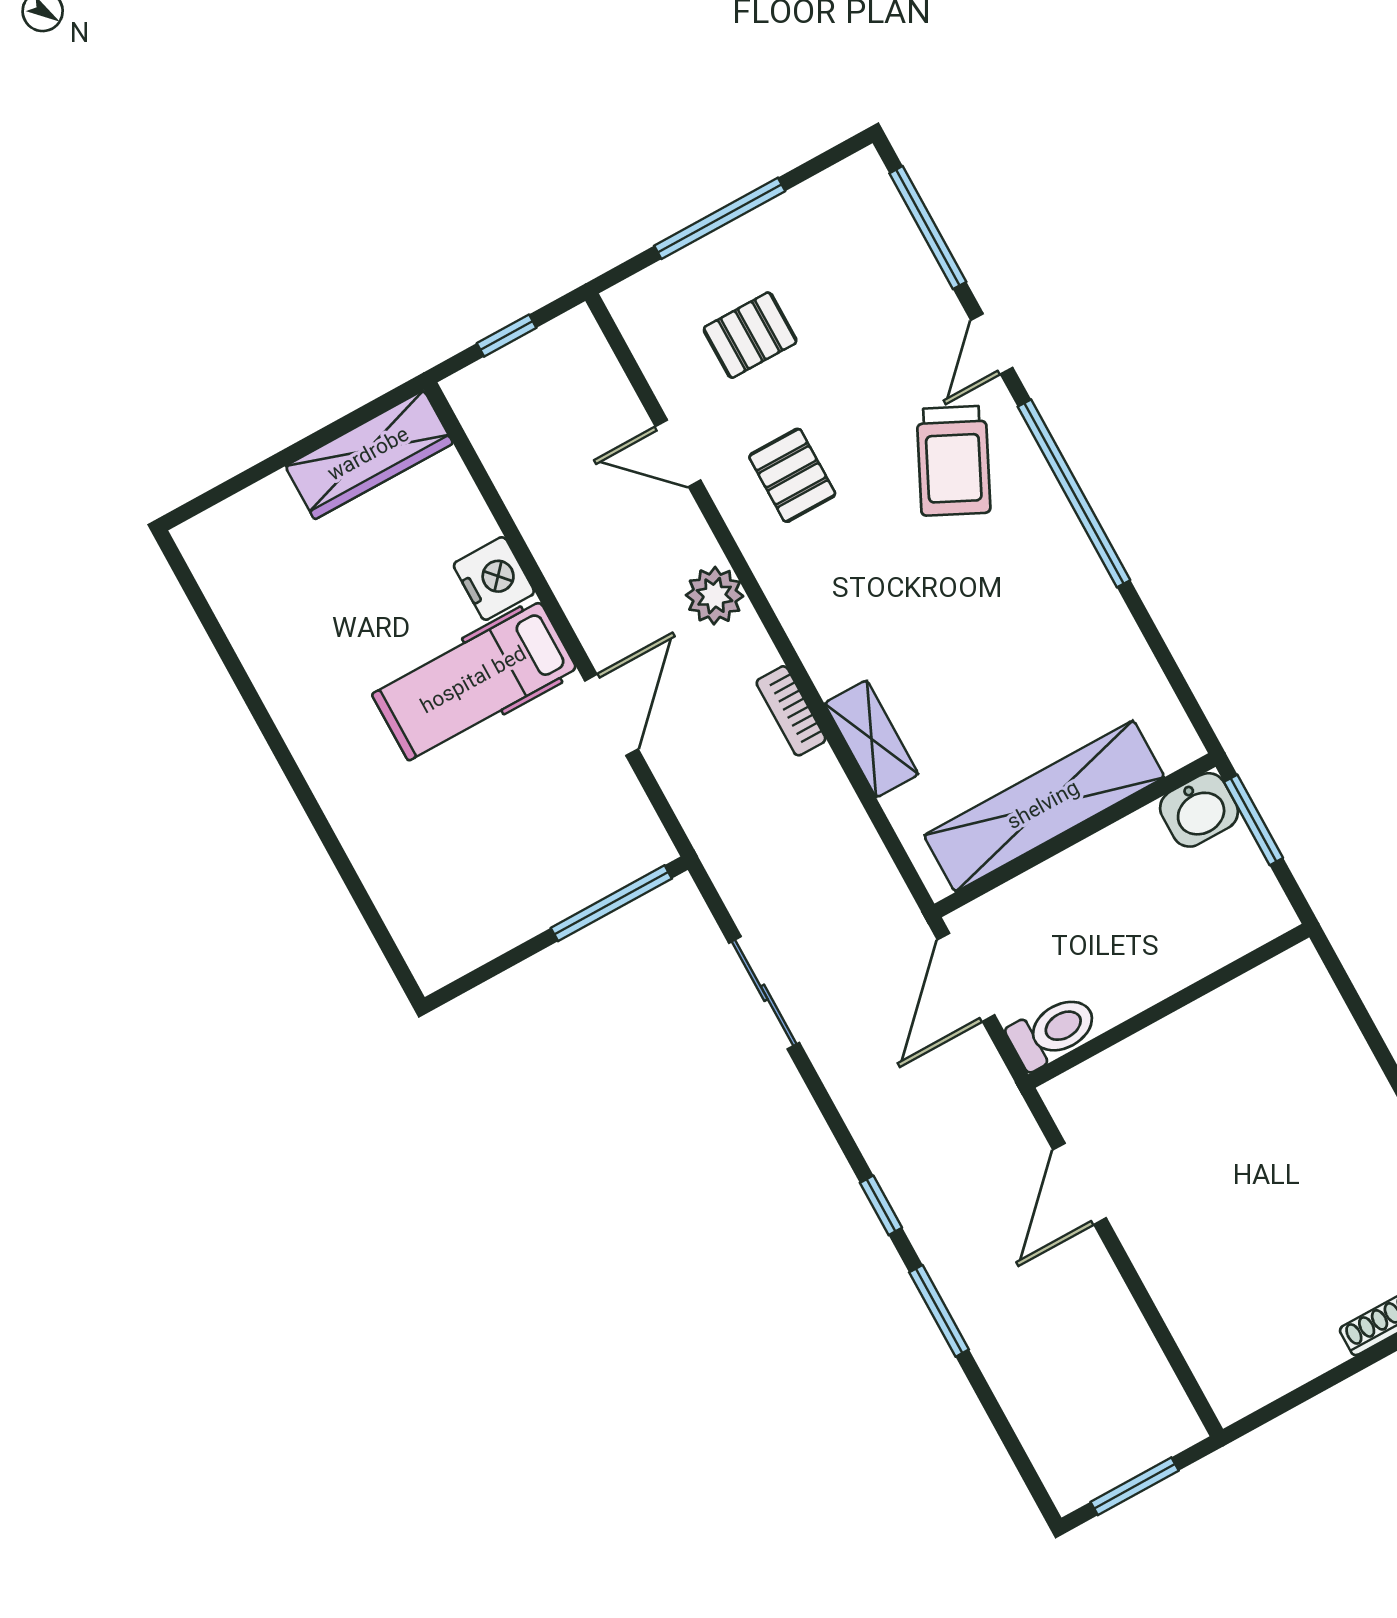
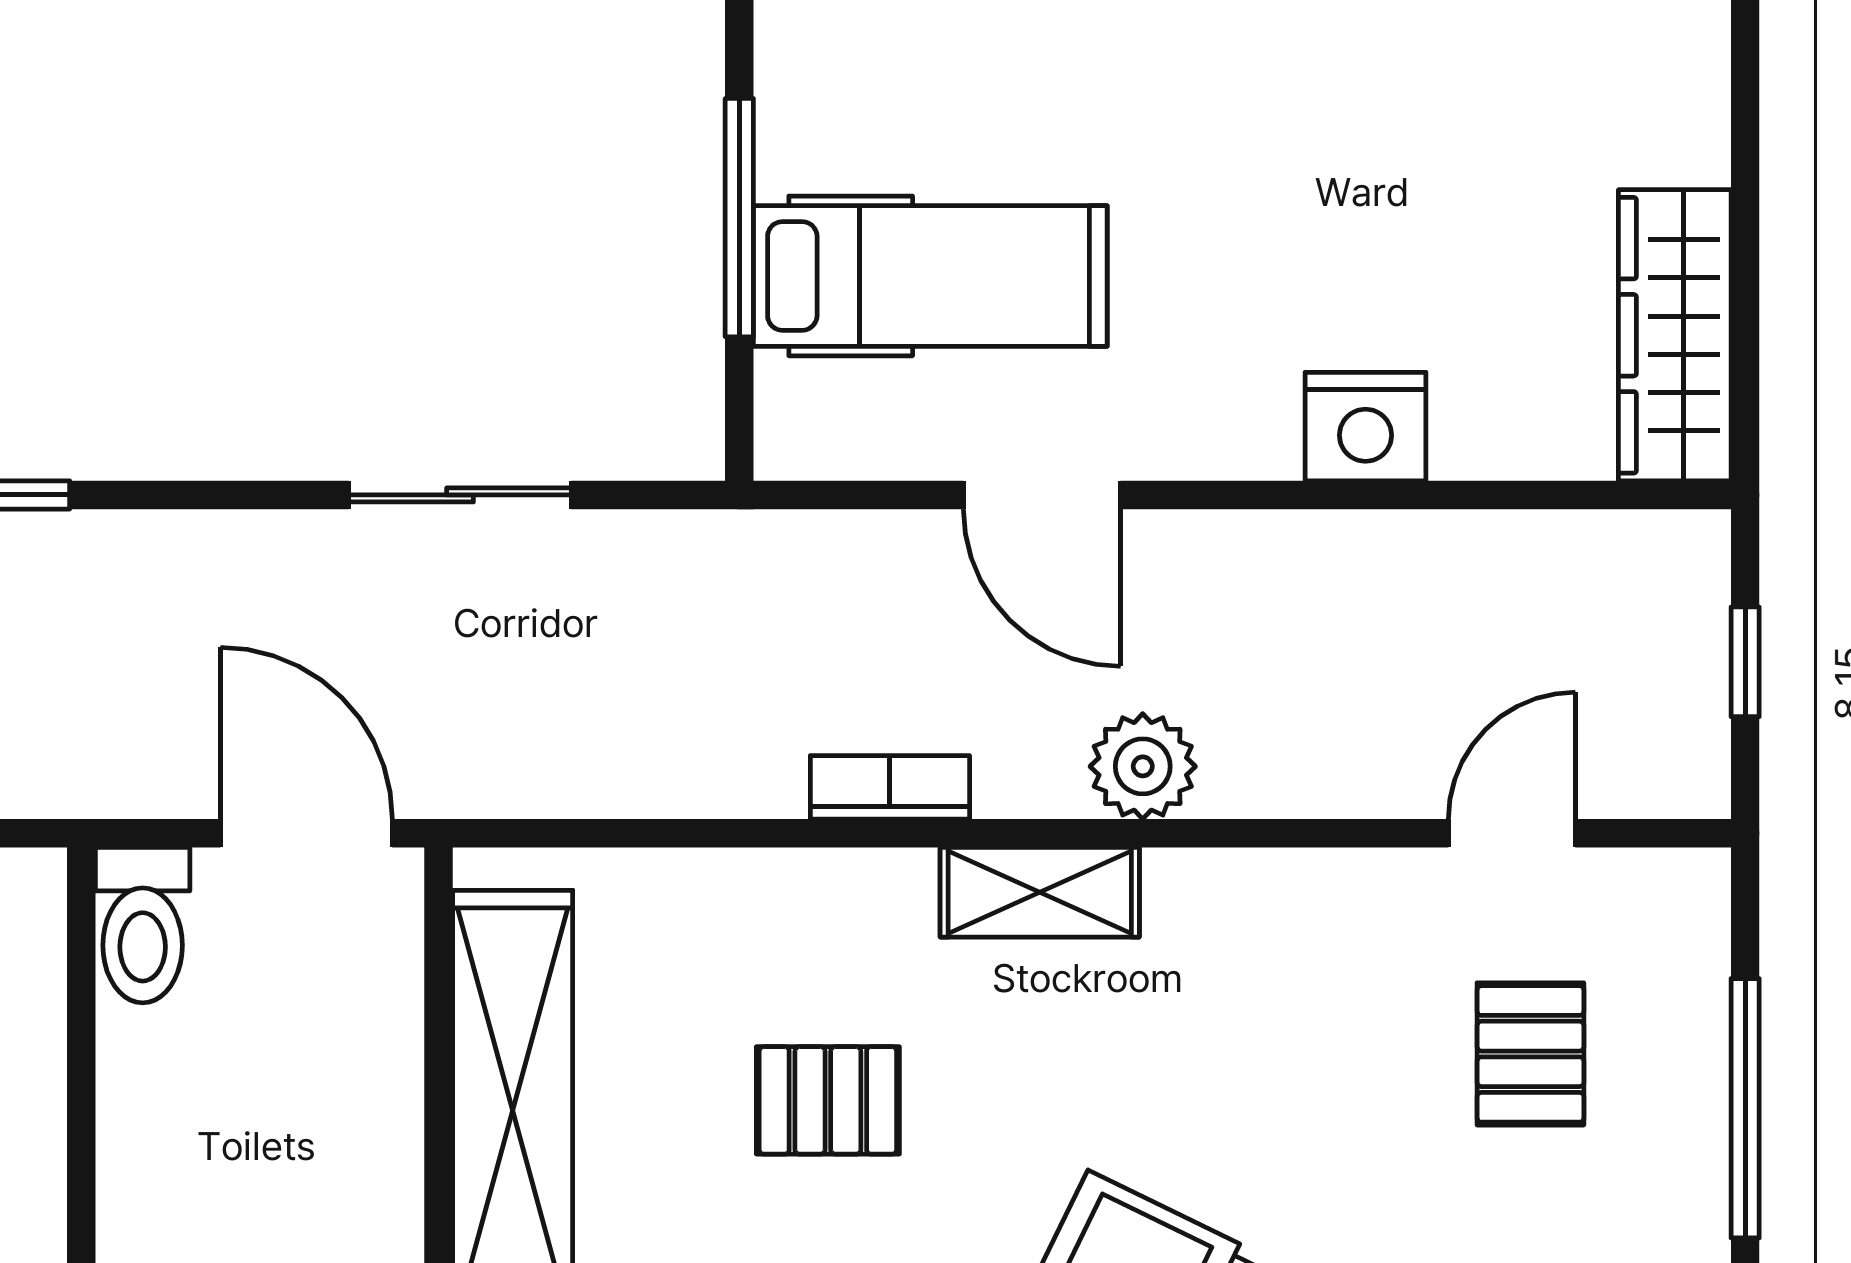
door: (678, 453) -> (1512, 833), moved
pallet: (792, 475) -> (828, 1100), moved
hospital bed: (474, 681) -> (930, 276), moved, turned 90
shelving: (871, 739) -> (1040, 892), moved
window: (611, 903) -> (739, 218), moved

